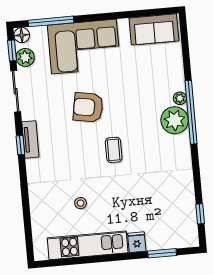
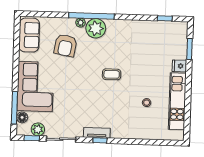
floor lamp: (22, 35) -> (22, 117), moved
armchair: (88, 107) -> (65, 45), moved

